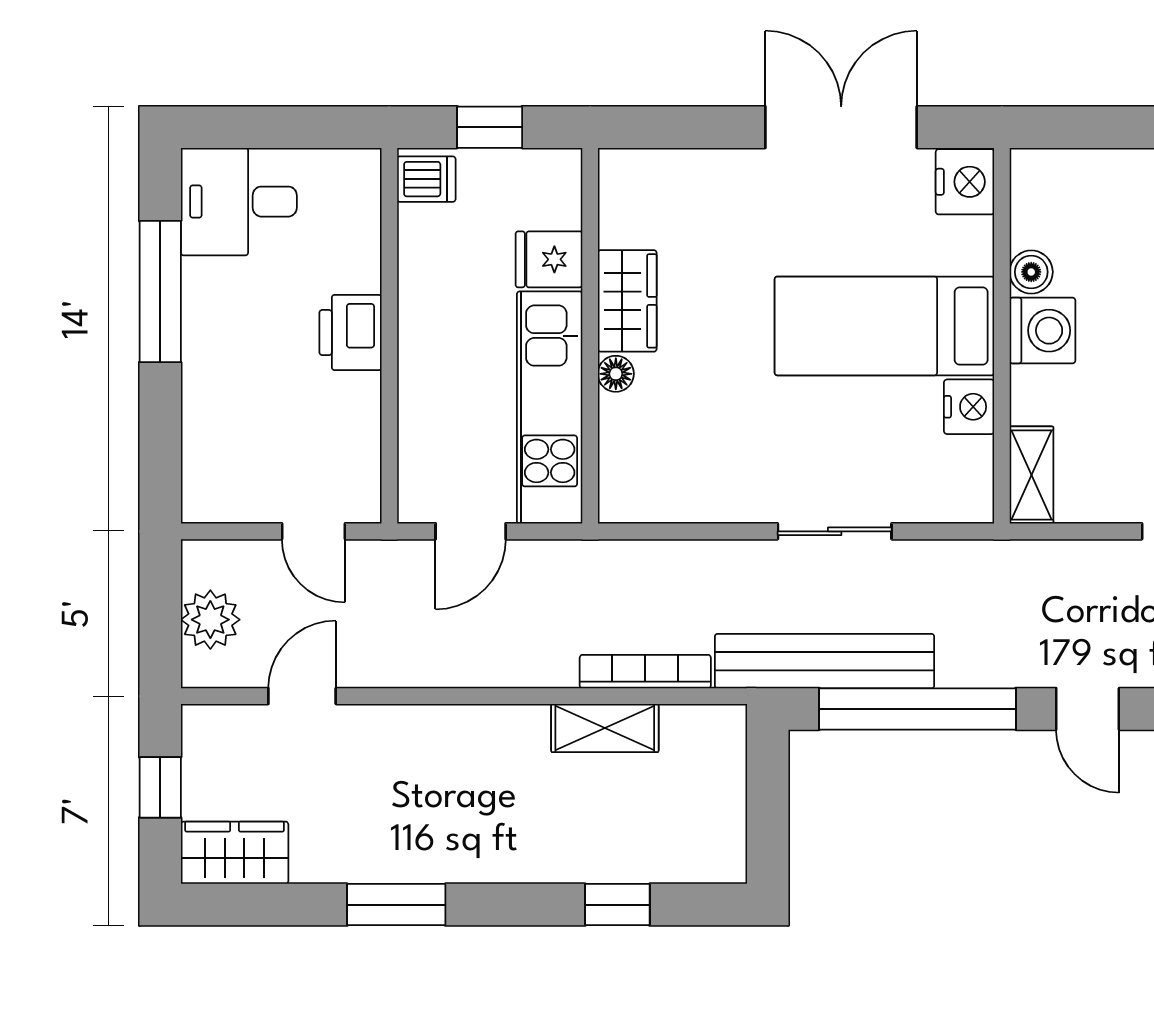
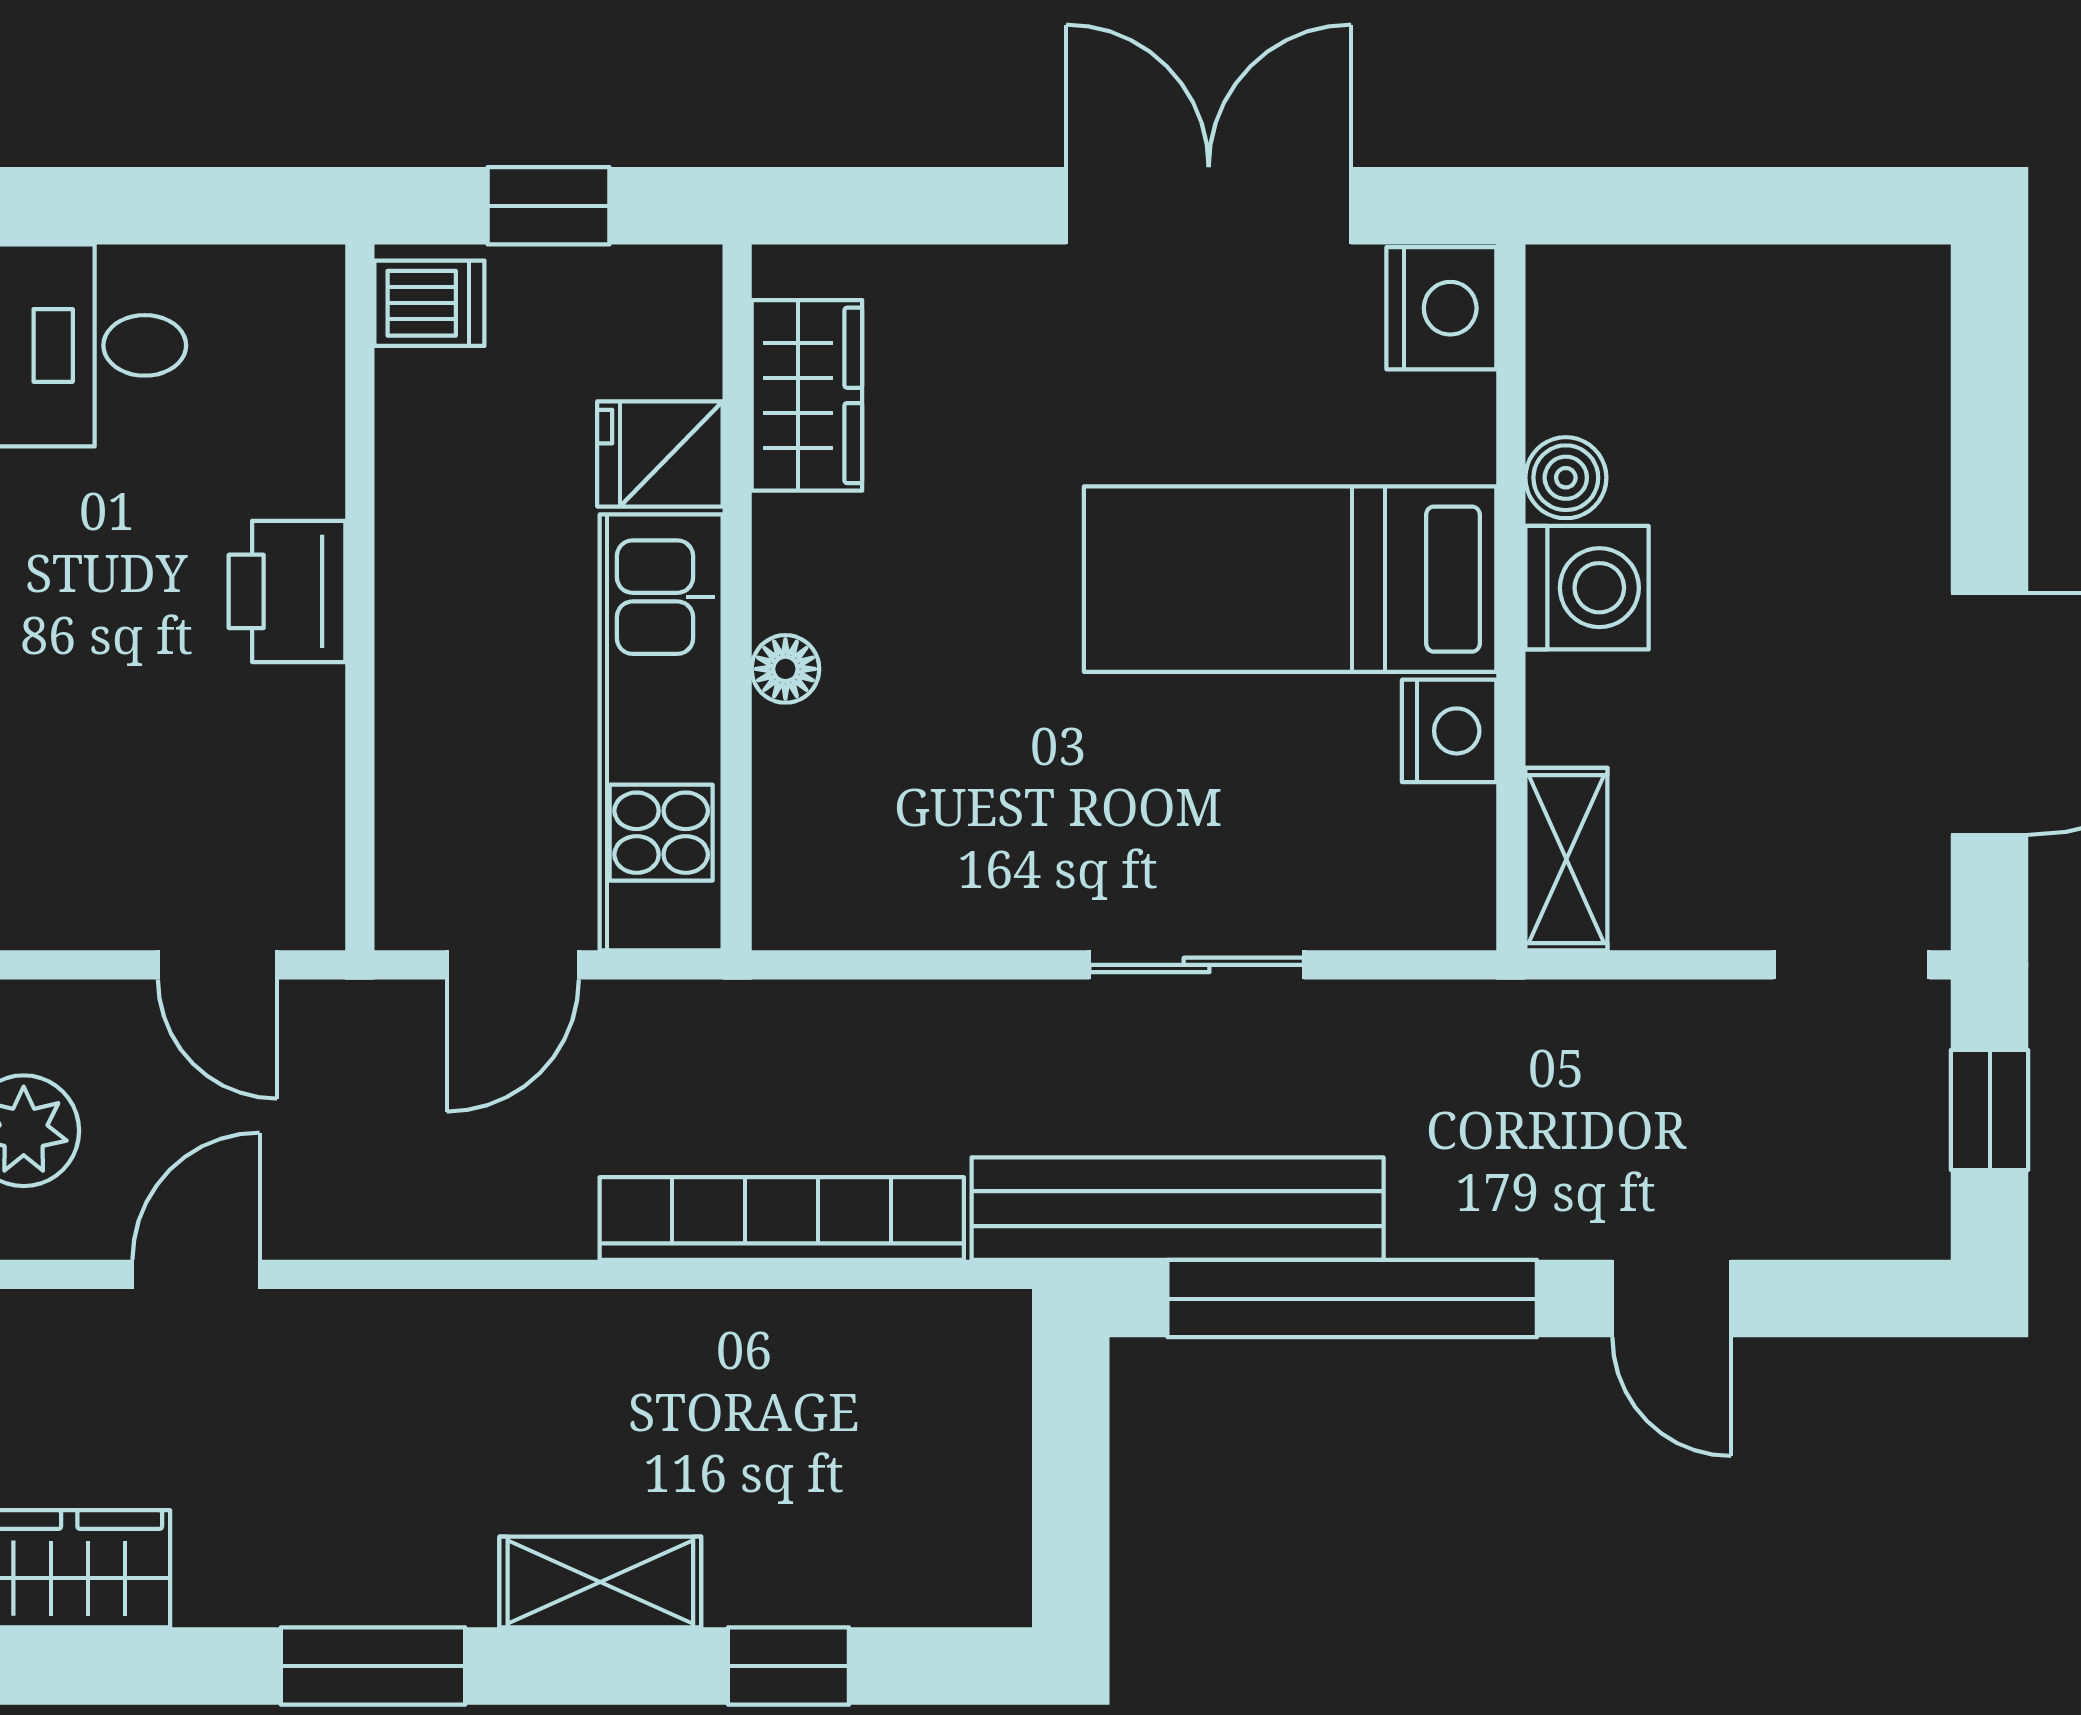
wardrobe: (627, 301) -> (807, 395), moved
bookcase: (645, 672) -> (782, 1218), width x1.48, depth x1.31
shelving: (605, 728) -> (600, 1582), moved

